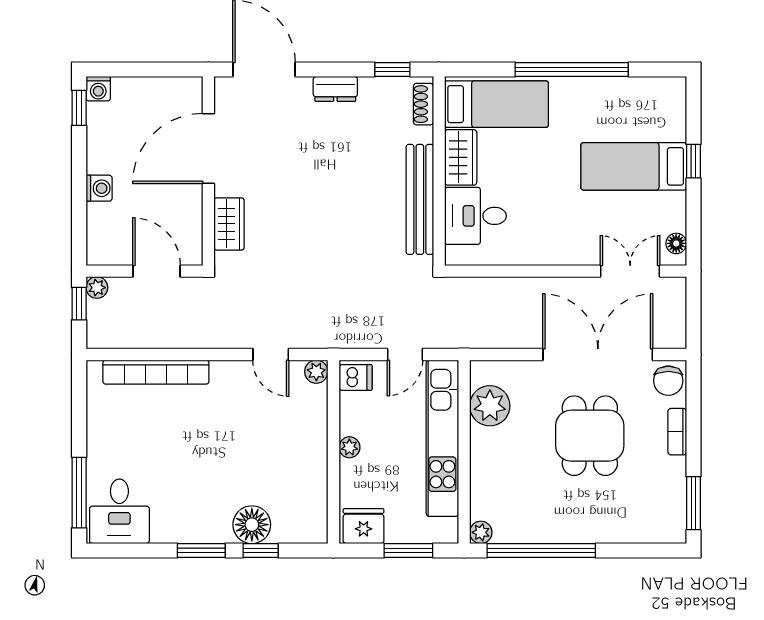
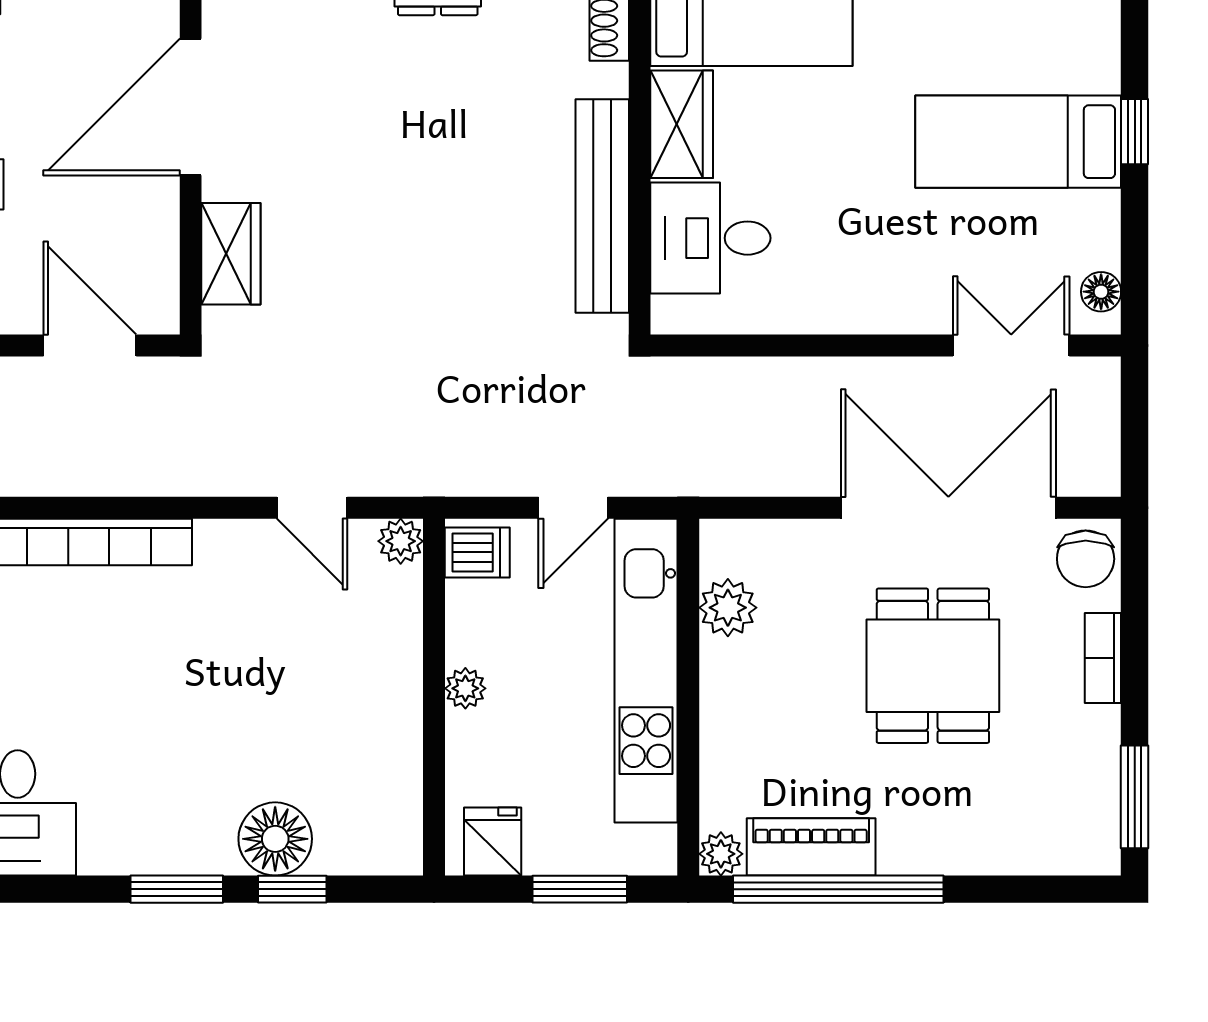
plant: (490, 406) -> (728, 608), width x0.73, depth x0.73
fridge: (364, 526) -> (493, 842), width x0.72
piano: (527, 529) -> (811, 847), added

